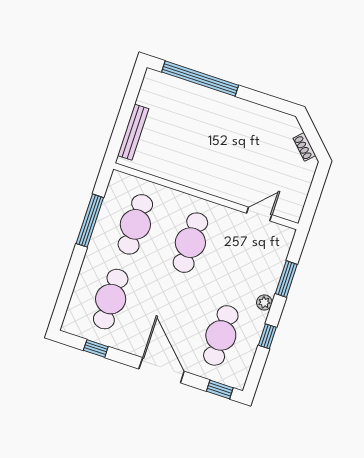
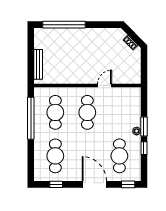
door: (259, 214) -> (105, 85), moved
window: (90, 221) -> (31, 118), width x1.46
window: (286, 279) -> (144, 127), moved

